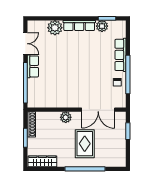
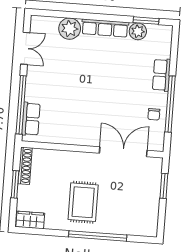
row of seats: (120, 55) -> (161, 75), width x0.68
row of seats: (33, 66) -> (31, 119), moved
double door: (98, 110) -> (123, 152), swing flipped
plant: (66, 117) -> (76, 159), removed
rug: (85, 144) -> (83, 202), moved
wardrobe: (42, 161) -> (30, 220), width x0.67

